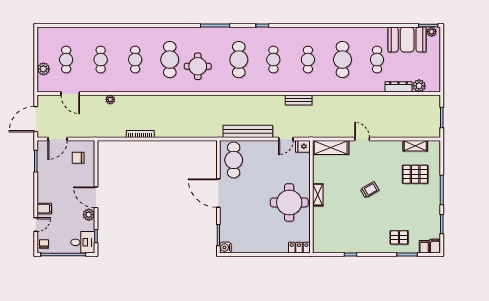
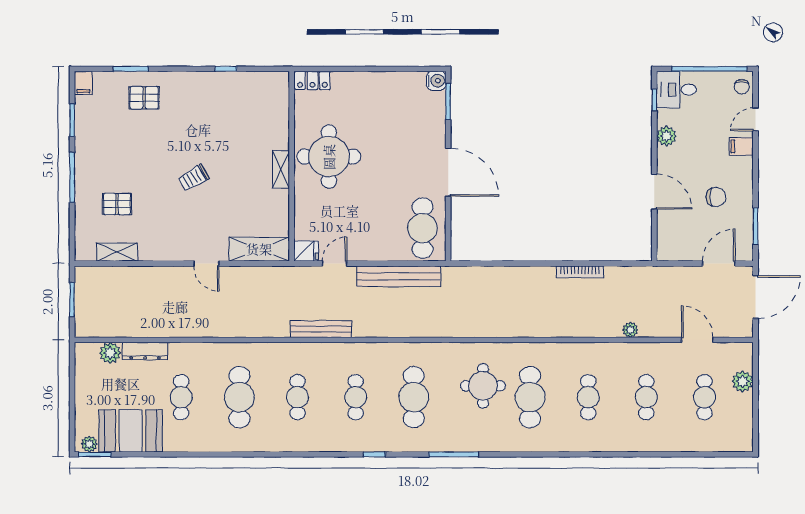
bench: (299, 100) -> (321, 329), width x1.36
chair: (78, 158) -> (716, 197), moved
pallet: (415, 174) -> (117, 204), width x0.67, depth x0.71
door: (96, 197) -> (654, 192), moved
filing cabinet: (424, 247) -> (102, 82), removed

